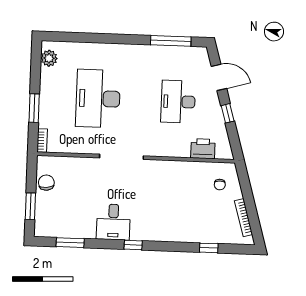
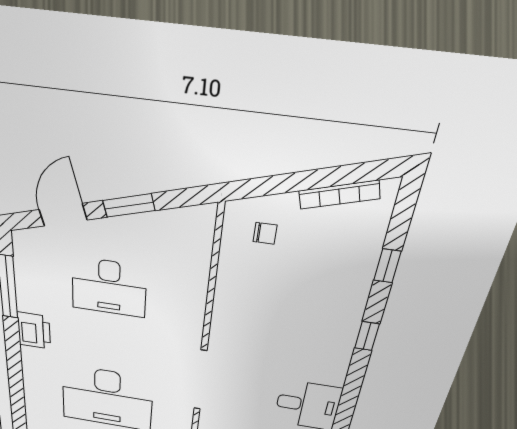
window: (228, 113) -> (129, 205), width x1.50
printer: (203, 149) -> (34, 331), moved, turned 180
window: (133, 245) -> (367, 336), moved

